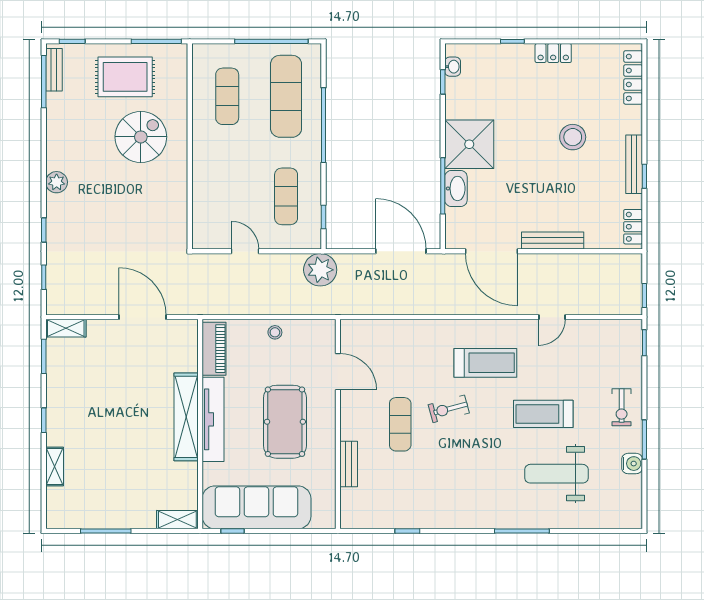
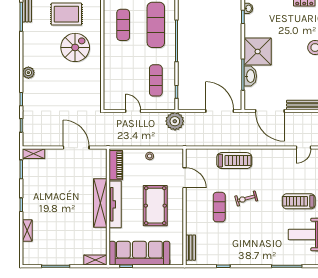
treadmill: (485, 363) -> (234, 161), moved
bench: (349, 464) -> (191, 248), moved

